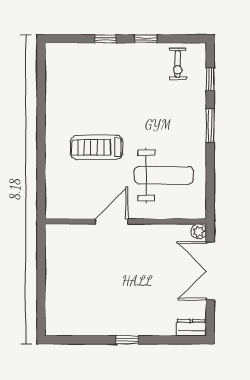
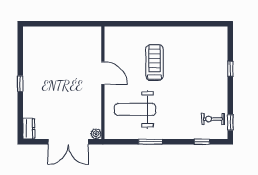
window: (146, 39) -> (230, 122), moved
window: (210, 126) -> (150, 142), moved
weight bench: (164, 175) -> (135, 109), turned 90
double door: (210, 271) -> (68, 142), swing flipped

